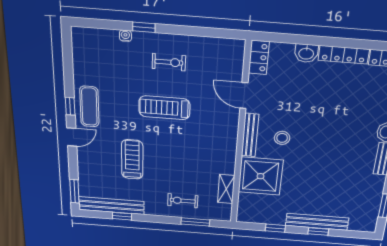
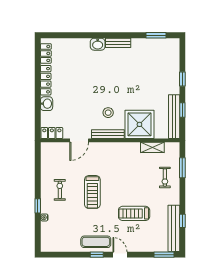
bench: (317, 222) -> (174, 117), moved

